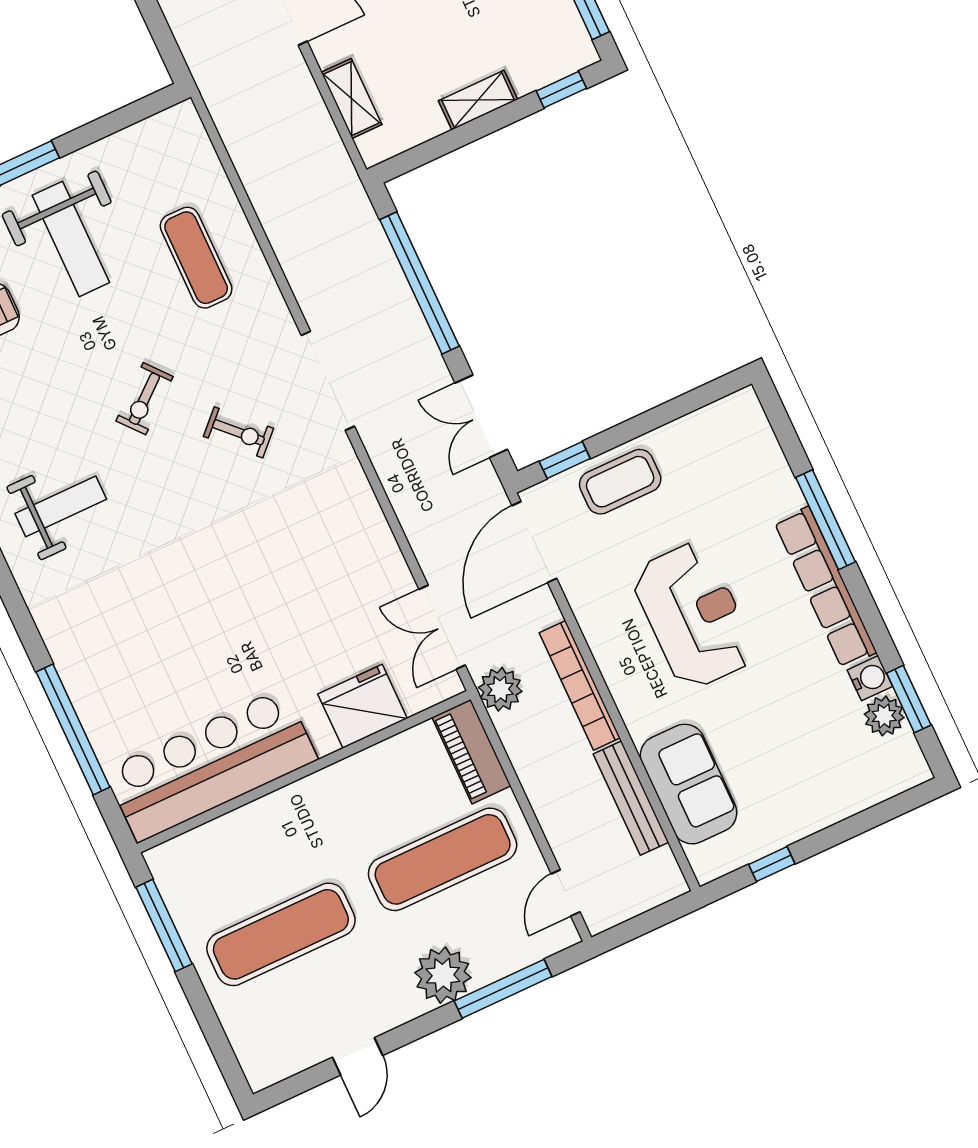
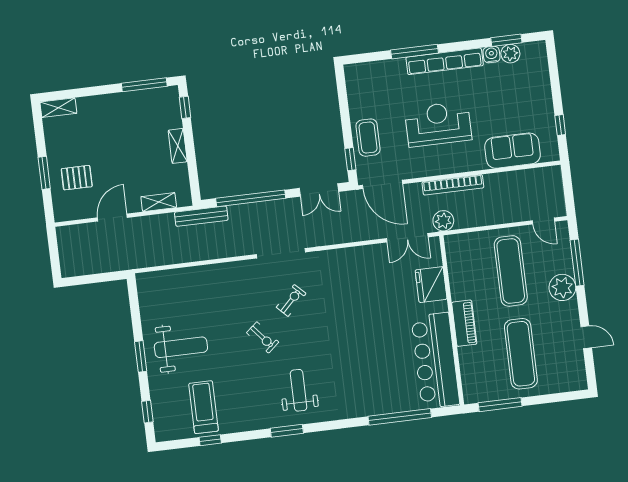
exercise mat: (196, 258) -> (207, 294), removed
piano: (471, 752) -> (464, 323), moved, turned -90
bench: (631, 798) -> (201, 216), moved

